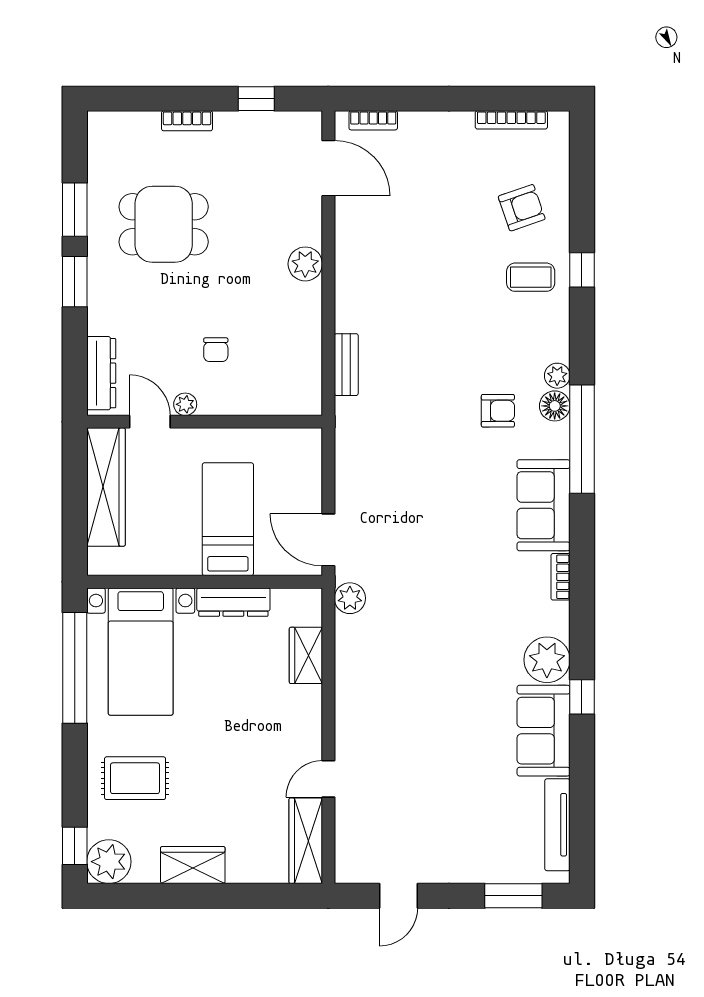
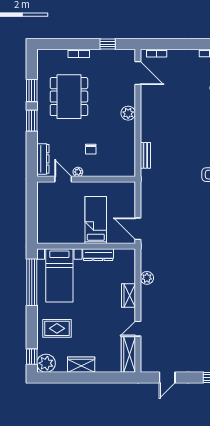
dining table: (164, 224) -> (69, 97), width x1.38
wardrobe: (106, 487) -> (45, 207), removed
plant: (350, 598) -> (147, 278), moved
wardrobe: (306, 655) -> (128, 296), moved

